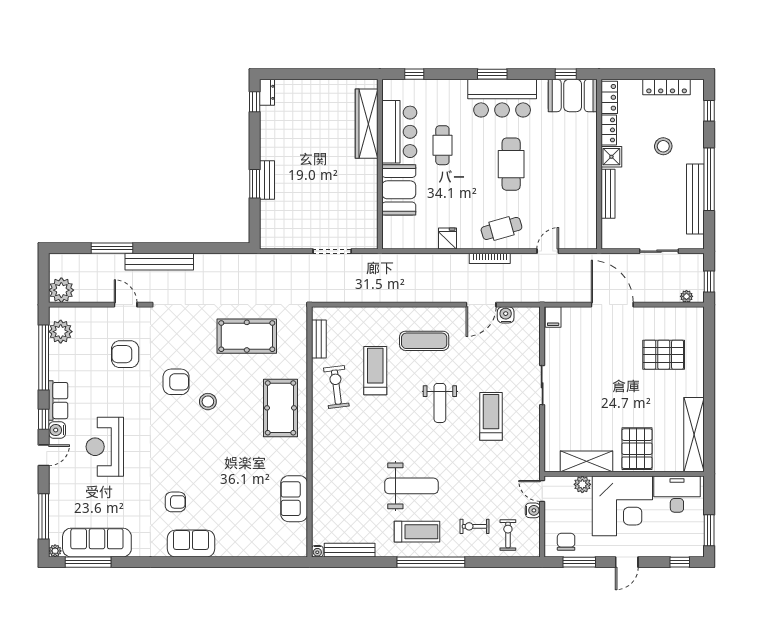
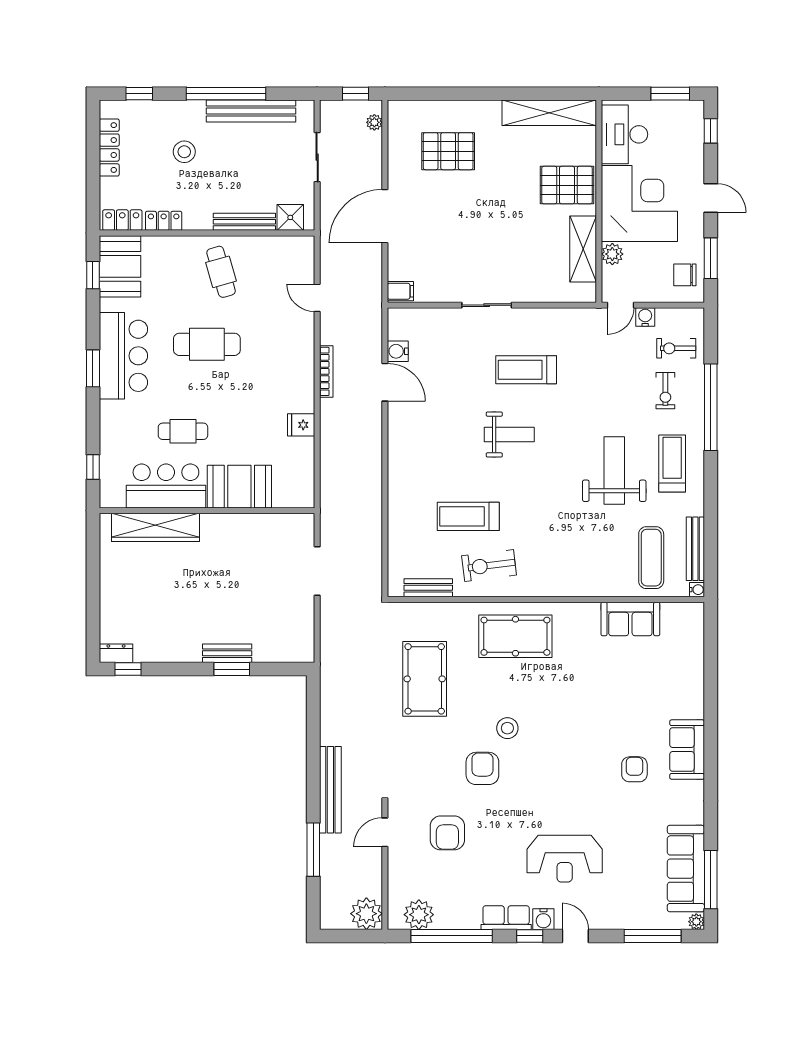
shower: (611, 157) -> (290, 217), moved
cafe table: (501, 228) -> (221, 272), moved
exercise mat: (424, 341) -> (651, 558), moved
pallet: (664, 355) -> (448, 151), turned 90
window: (431, 562) -> (711, 407), moved

